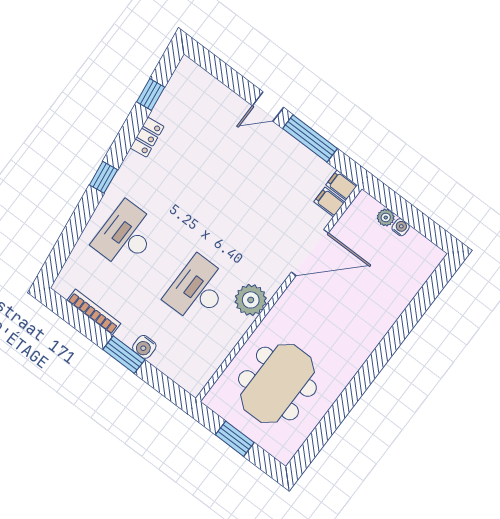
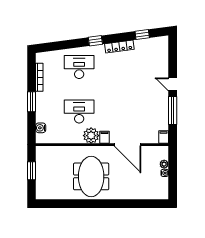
locker: (147, 137) -> (119, 47), width x1.53
filing cabinet: (329, 202) -> (104, 137), moved
water cooler: (144, 347) -> (41, 128), moved
meeting table: (277, 383) -> (91, 176), moved, turned 90

